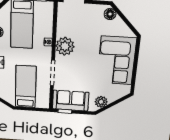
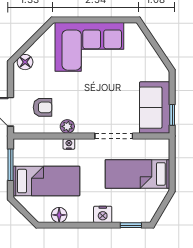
armchair: (76, 25) -> (43, 107), added
plant: (65, 46) -> (67, 126), width x0.53, depth x0.53
plant: (101, 102) -> (153, 63), removed

